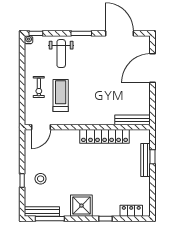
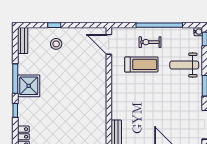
window: (22, 78) -> (159, 25), added
locker: (105, 136) -> (99, 109), removed
bench: (42, 211) -> (23, 41), width x0.73
window: (50, 219) -> (15, 79), moved

